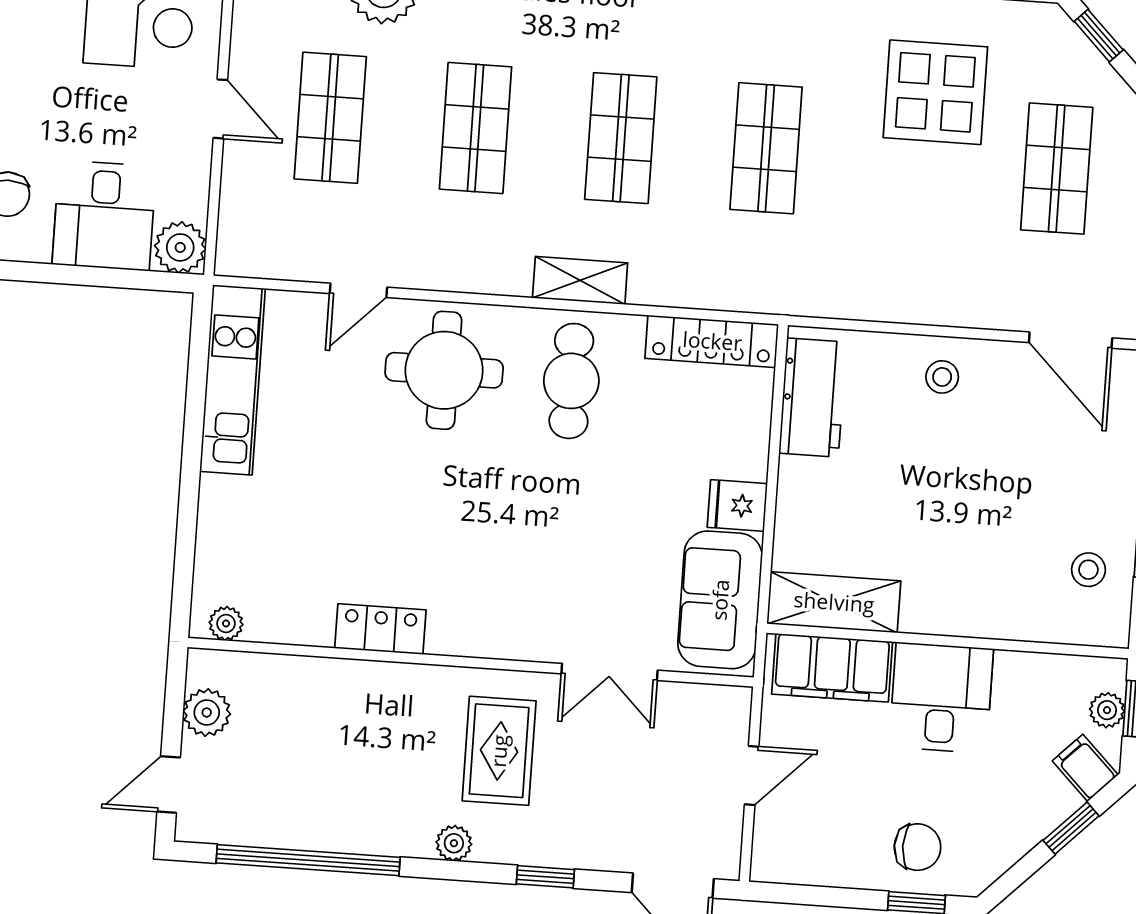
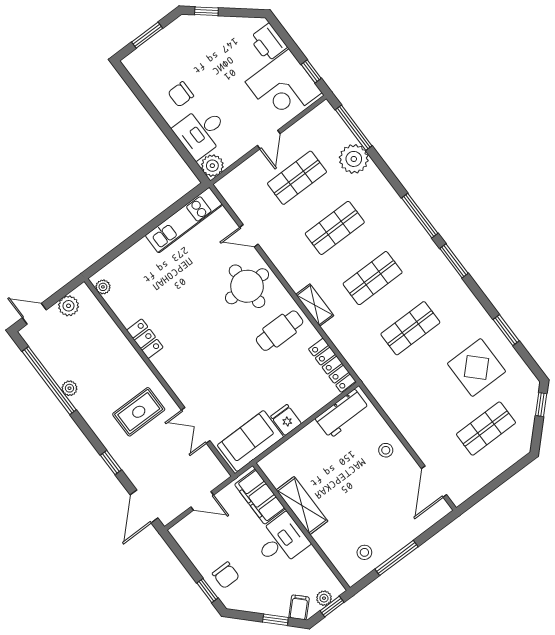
shelving: (834, 602) -> (302, 506), moved
plant: (454, 843) -> (69, 388), moved

